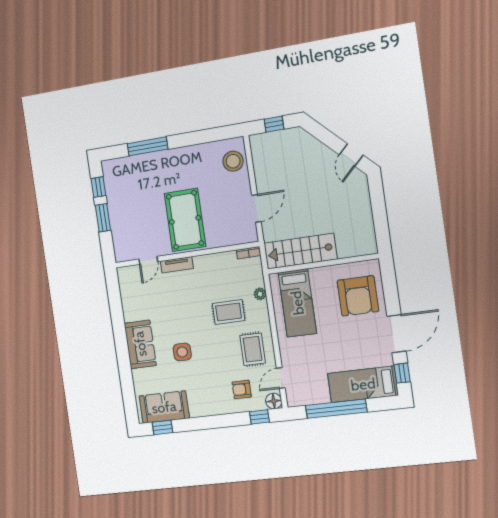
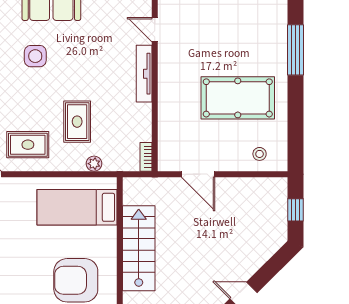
stool: (233, 161) -> (260, 154), width x0.53, depth x0.53
pool table: (185, 220) -> (238, 98), moved
stairs: (300, 251) -> (139, 248), moved
tv unit: (177, 265) -> (144, 74), width x1.41

